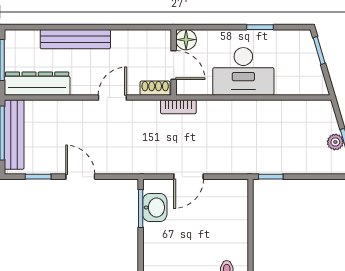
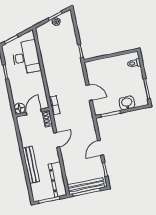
desk: (243, 71) -> (26, 57), moved
door: (112, 97) -> (57, 140), swing flipped
washbasin: (155, 208) -> (127, 103), moved

